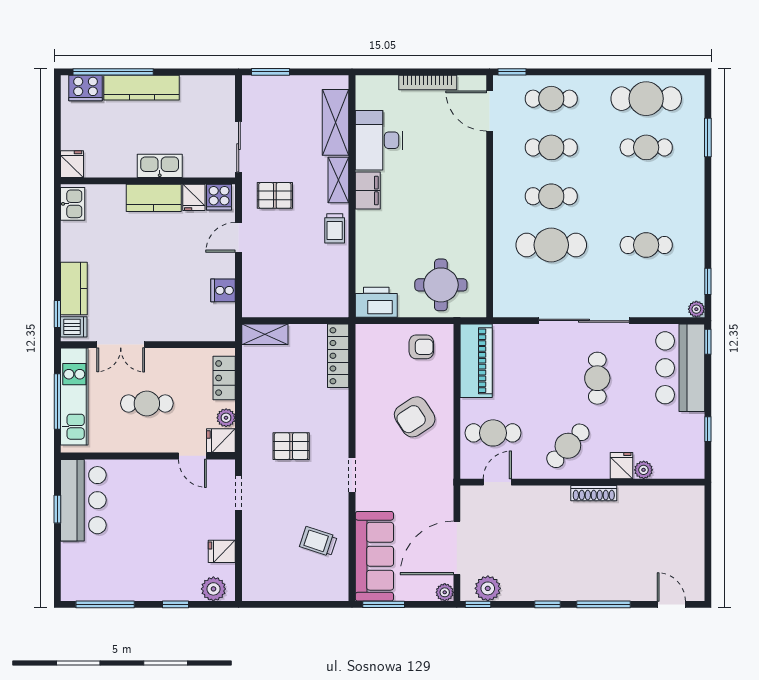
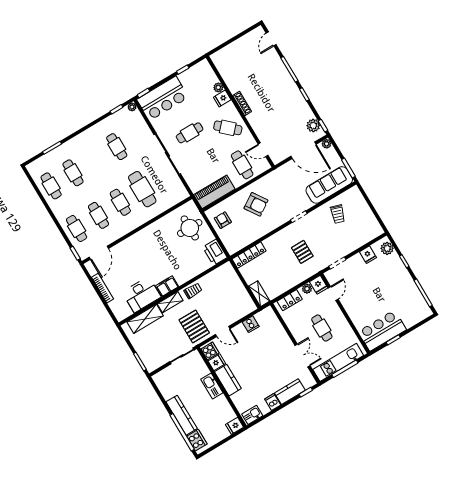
cafe table: (646, 99) -> (51, 186), width x0.73, depth x0.74
pallet: (275, 195) -> (194, 326), width x1.50, depth x1.42
dishwasher: (74, 327) -> (273, 402), moved

